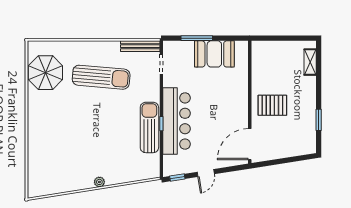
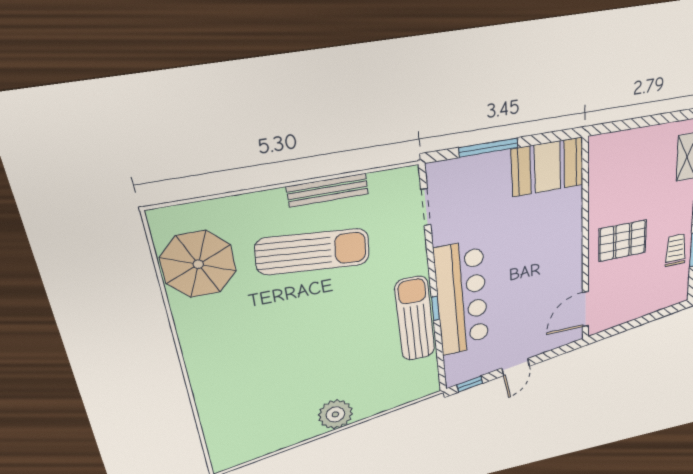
bench: (140, 46) -> (328, 190), moved
booth: (214, 54) -> (547, 167), moved
trolley: (306, 118) -> (676, 250), added
door: (250, 144) -> (585, 309), width x0.73
plant: (99, 182) -> (335, 414), width x1.87, depth x1.87

